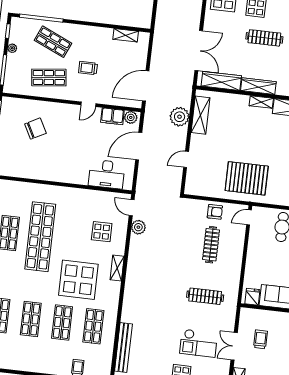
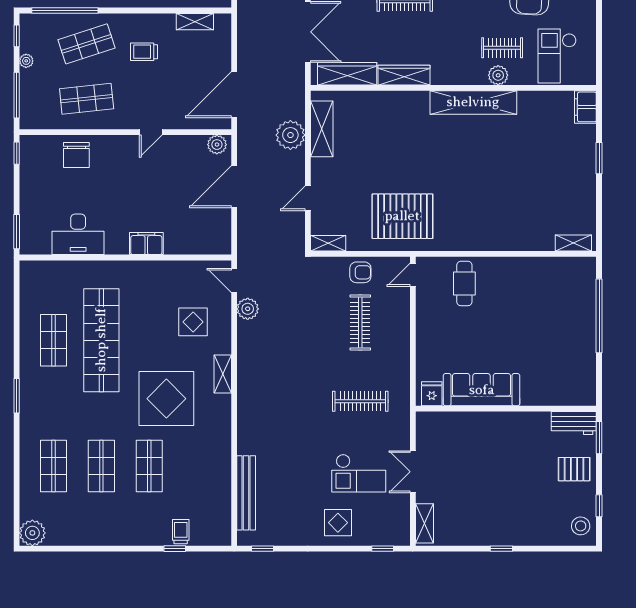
shop shelf: (53, 42) -> (87, 44), turned -42
trolley: (88, 68) -> (144, 52), moved
shelving: (261, 102) -> (328, 243), moved
filing cabinet: (112, 116) -> (146, 244), moved, turned 180
chair: (35, 129) -> (76, 155), moved, turned 118
desk: (107, 174) -> (78, 234), moved
shop shelf: (93, 326) -> (197, 466), removed
trolley: (261, 339) -> (451, 457), removed

